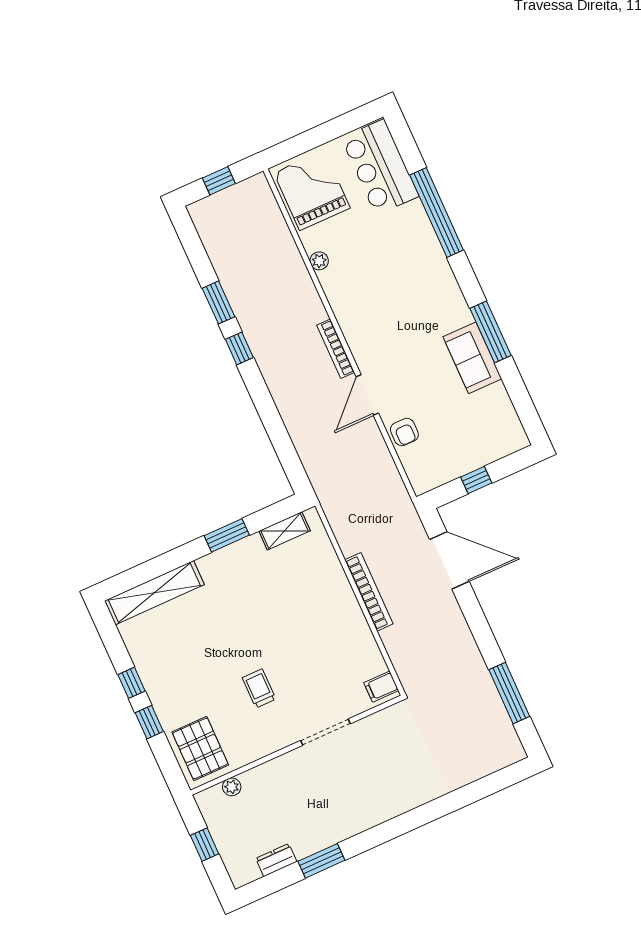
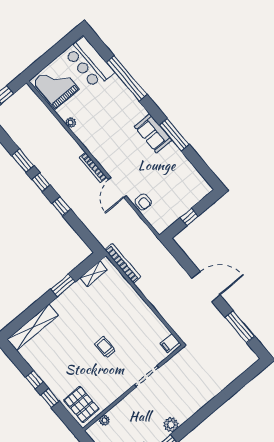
sofa: (472, 358) -> (153, 133), moved
window: (262, 400) -> (61, 206), added
door: (449, 560) -> (206, 287), moved
bookcase: (369, 592) -> (123, 263), moved
trolley: (259, 688) -> (105, 347), moved
plant: (343, 827) -> (171, 425), added

